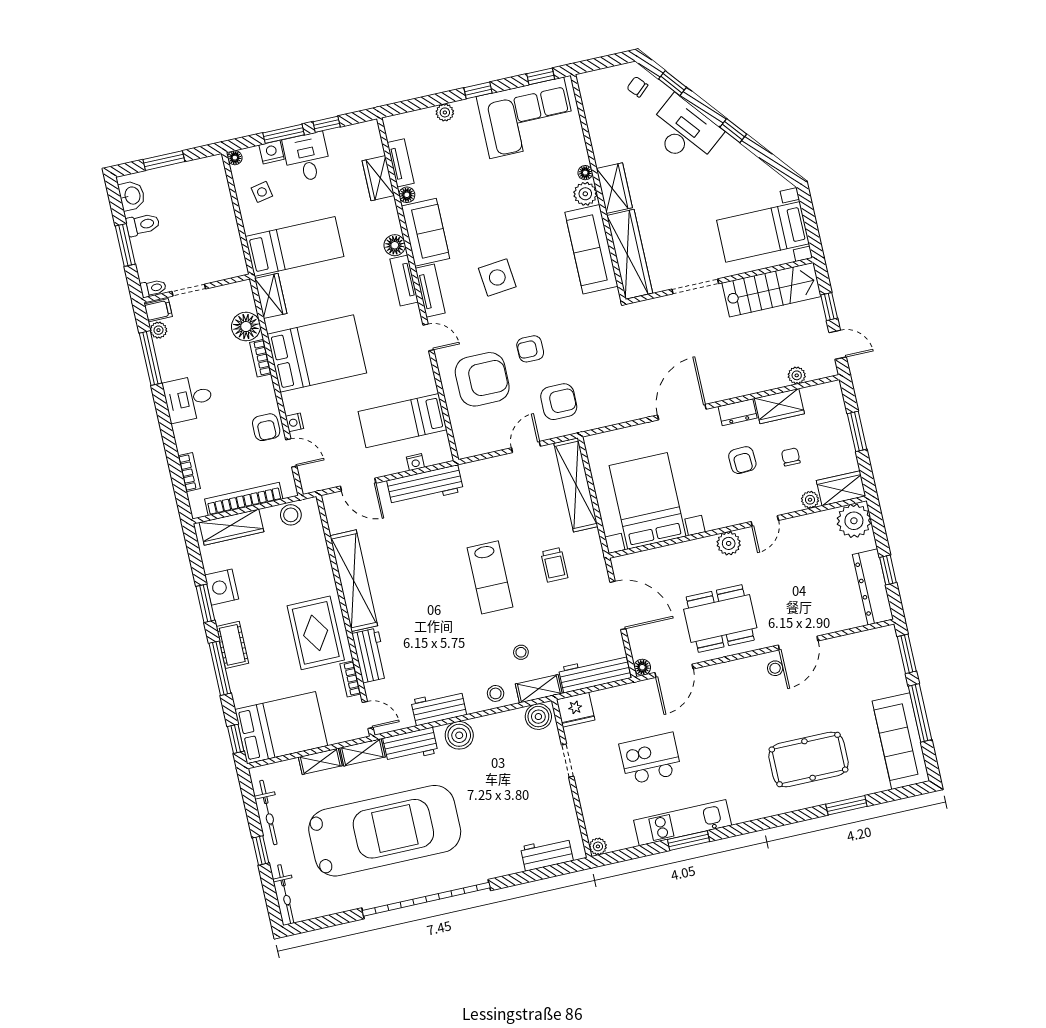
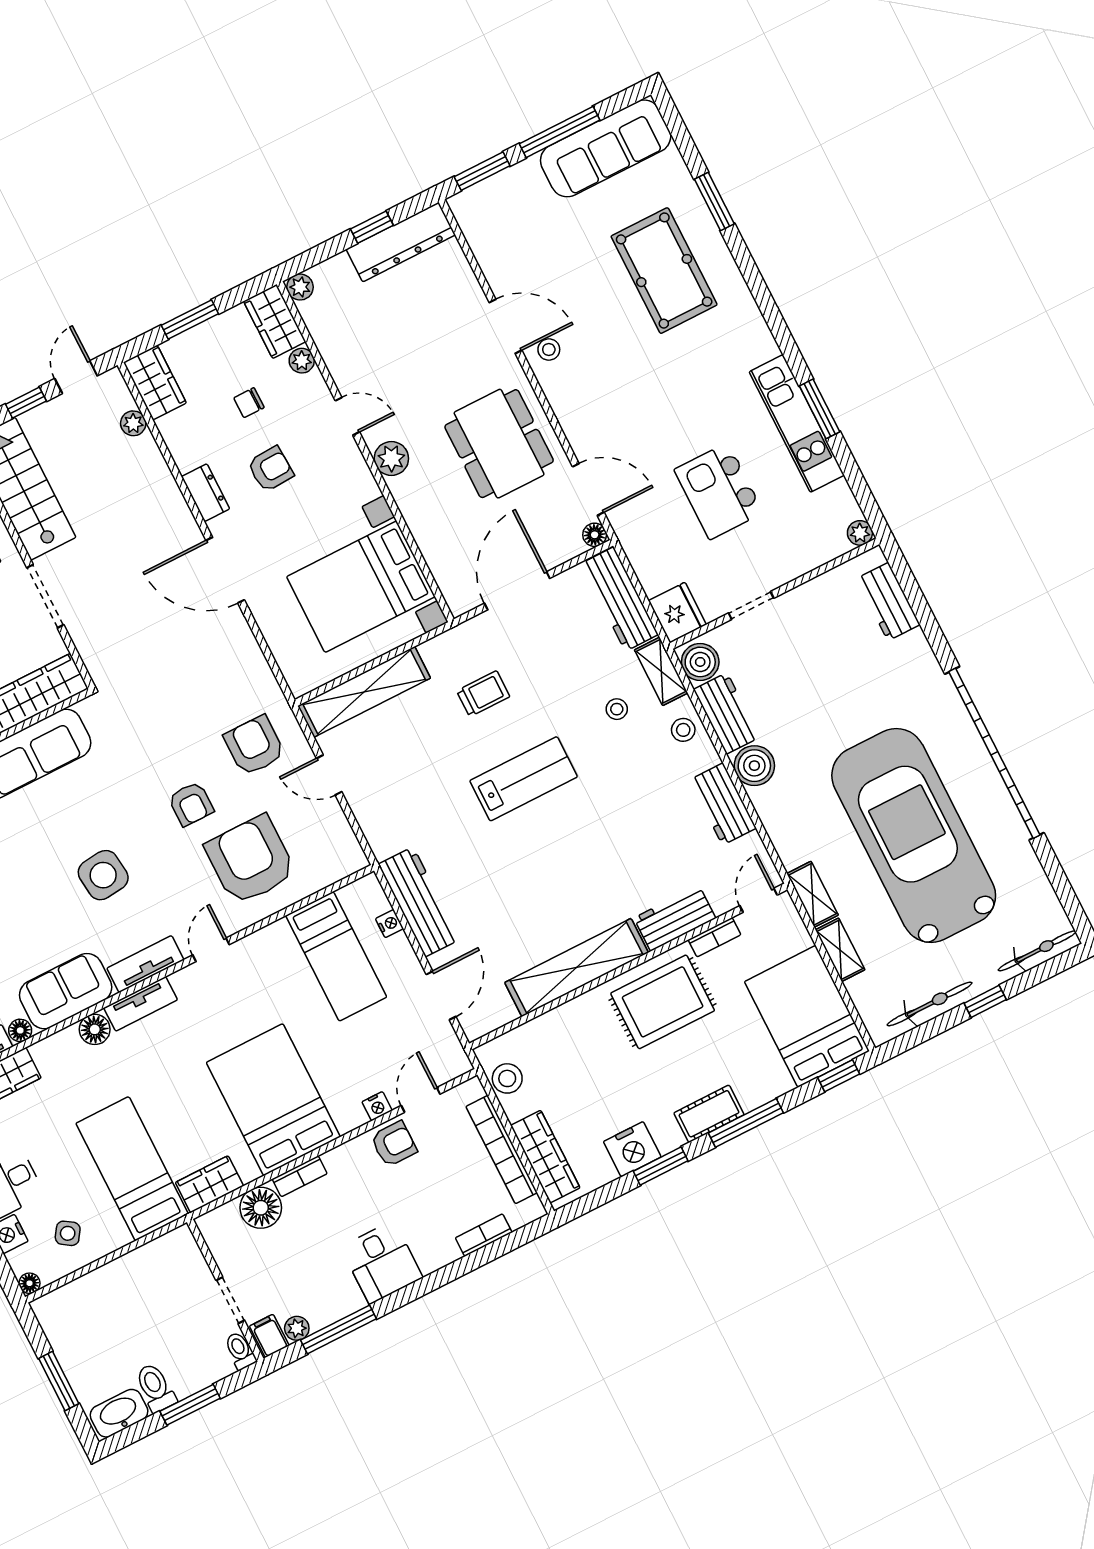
side table: (262, 192) -> (68, 1233), turned 45
washbasin: (132, 196) -> (119, 1413), width x1.38
wardrobe: (779, 406) -> (155, 383), moved
plant: (854, 521) -> (300, 287), width x0.53, depth x0.53
workbench: (410, 745) -> (727, 713), moved

